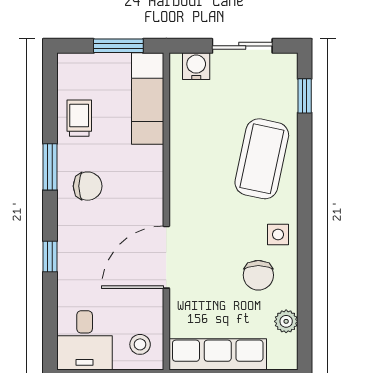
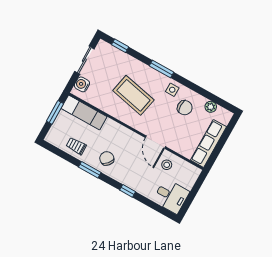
coffee table: (262, 159) -> (133, 95), moved
chair: (88, 186) -> (107, 158), turned -49
window: (305, 194) -> (162, 69), added
door: (166, 257) -> (155, 142), width x0.73
stool: (140, 344) -> (167, 165), moved

